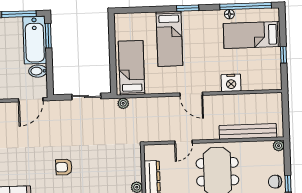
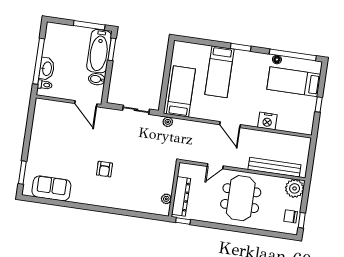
door: (31, 100) -> (86, 104), hinge flipped
plant: (279, 146) -> (295, 188), width x1.87, depth x1.87
armchair: (64, 167) -> (104, 169), turned -90

